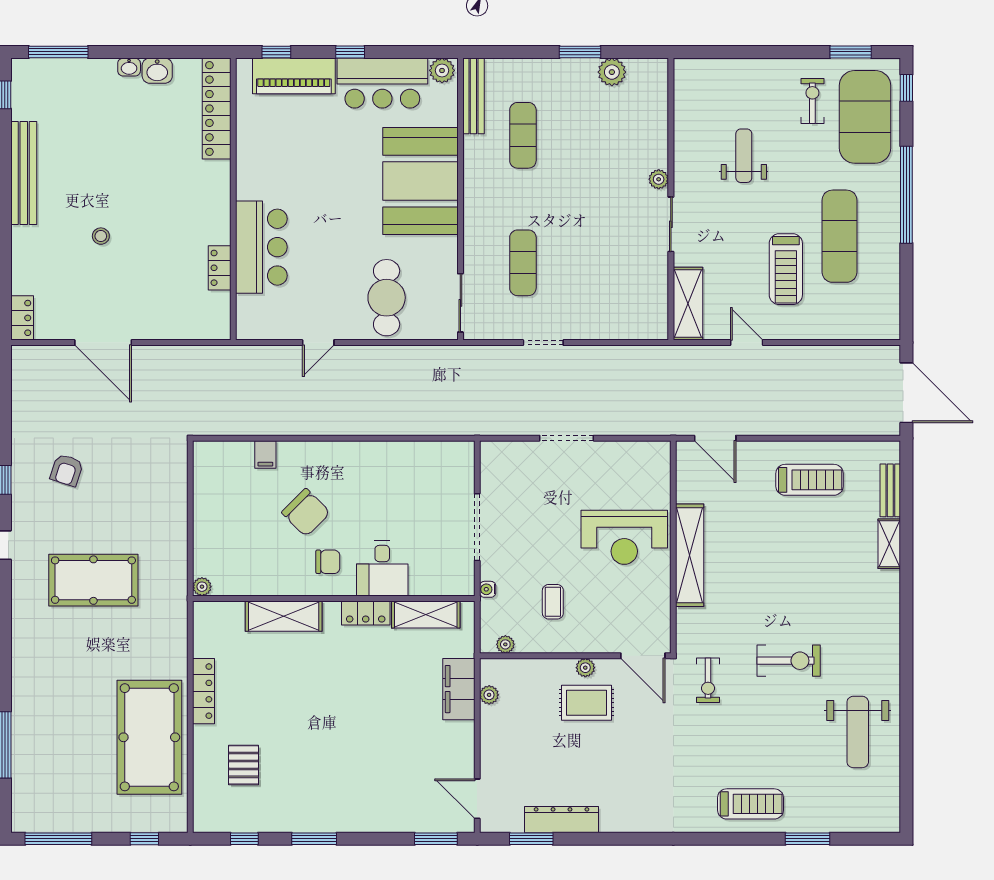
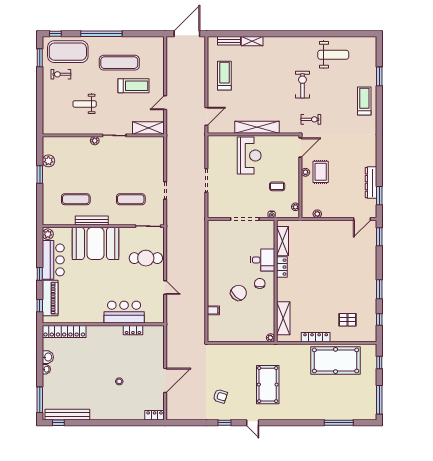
bench: (473, 96) -> (92, 221), moved
bench: (24, 173) -> (67, 415), moved
shelving: (284, 616) -> (283, 318), moved
filing cabinet: (459, 689) -> (315, 227), removed

